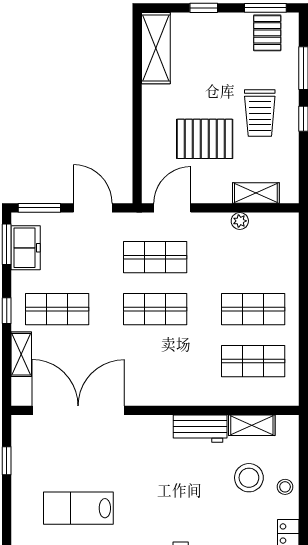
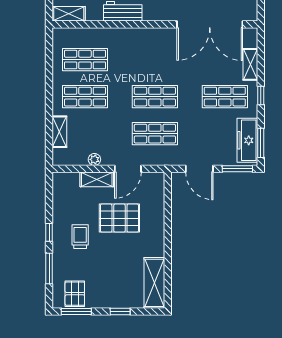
trolley: (260, 113) -> (80, 237), width x0.73, depth x0.72
shelving: (256, 193) -> (97, 179), moved
door: (172, 208) -> (128, 169), moved
freezer: (26, 248) -> (247, 140), width x1.40
shelving: (289, 260) -> (59, 132), added
shelving: (252, 425) -> (69, 14), moved

